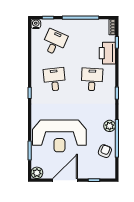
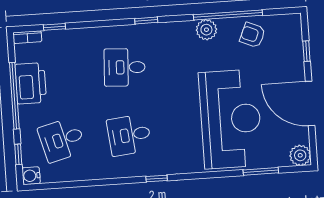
desk: (54, 42) -> (62, 140), turned -39
printer: (107, 53) -> (31, 83), moved, turned -90

